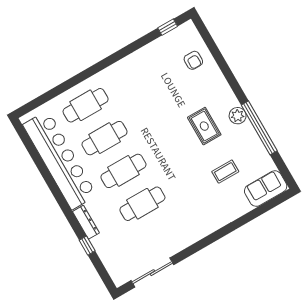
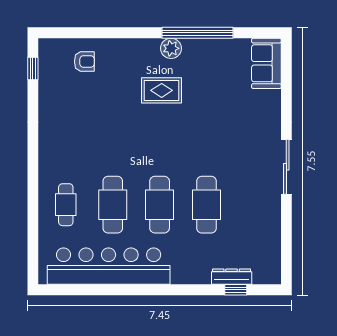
cafe table: (86, 105) -> (66, 205), width x0.73, depth x0.74
coffee table: (225, 172) -> (223, 96), removed
dresser: (86, 222) -> (232, 277), moved
window: (87, 246) -> (236, 290), moved
sliding door: (152, 273) -> (286, 167), moved

